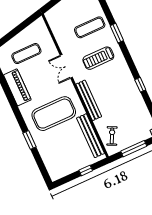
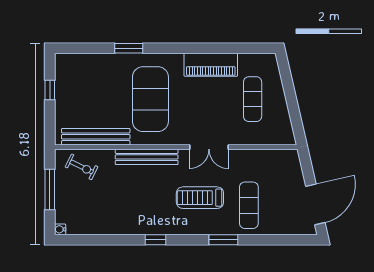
treadmill: (98, 58) -> (200, 198), turned -90
double door: (66, 66) -> (209, 147), swing flipped
window: (140, 85) -> (155, 240), moved
window: (86, 170) -> (50, 90), moved

